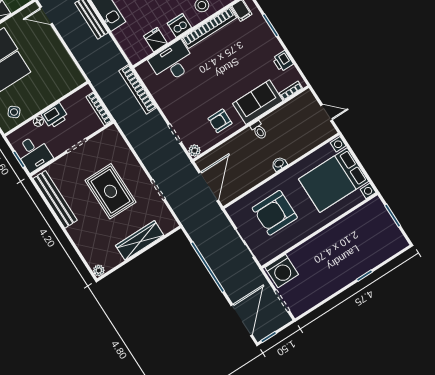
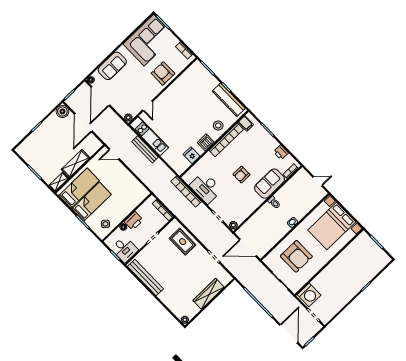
desk: (172, 62) -> (206, 188), moved, turned -90
armchair: (220, 121) -> (241, 175), moved
door: (209, 186) -> (248, 248), swing flipped
rug: (110, 191) -> (183, 242), moved, width x0.73, depth x0.70
armchair: (275, 213) -> (296, 256), turned -90

